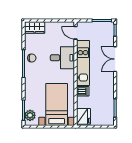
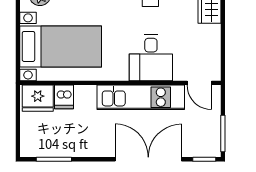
door: (76, 33) -> (199, 83), swing flipped
double door: (115, 59) -> (148, 159), width x1.37
dishwasher: (83, 91) -> (64, 97), moved

